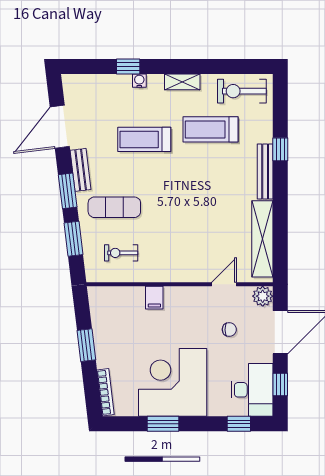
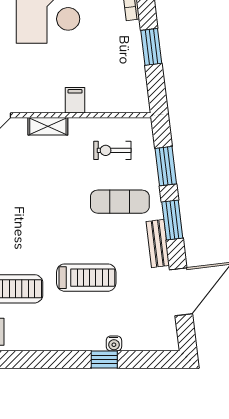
water cooler: (139, 81) -> (114, 343), moved
shelving: (182, 82) -> (48, 126), moved
exercise bike: (121, 253) -> (112, 150), turned 180

